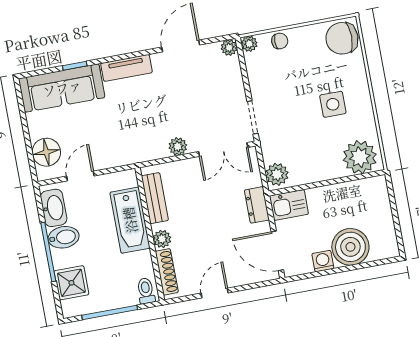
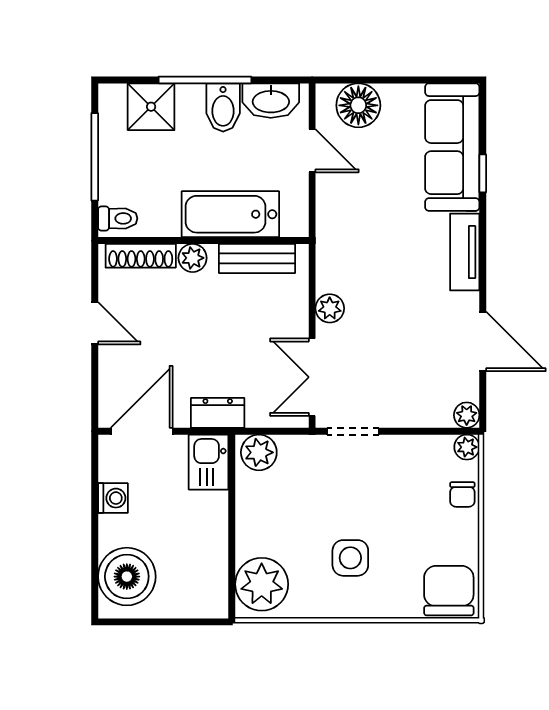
boiler: (350, 247) -> (127, 577), moved

